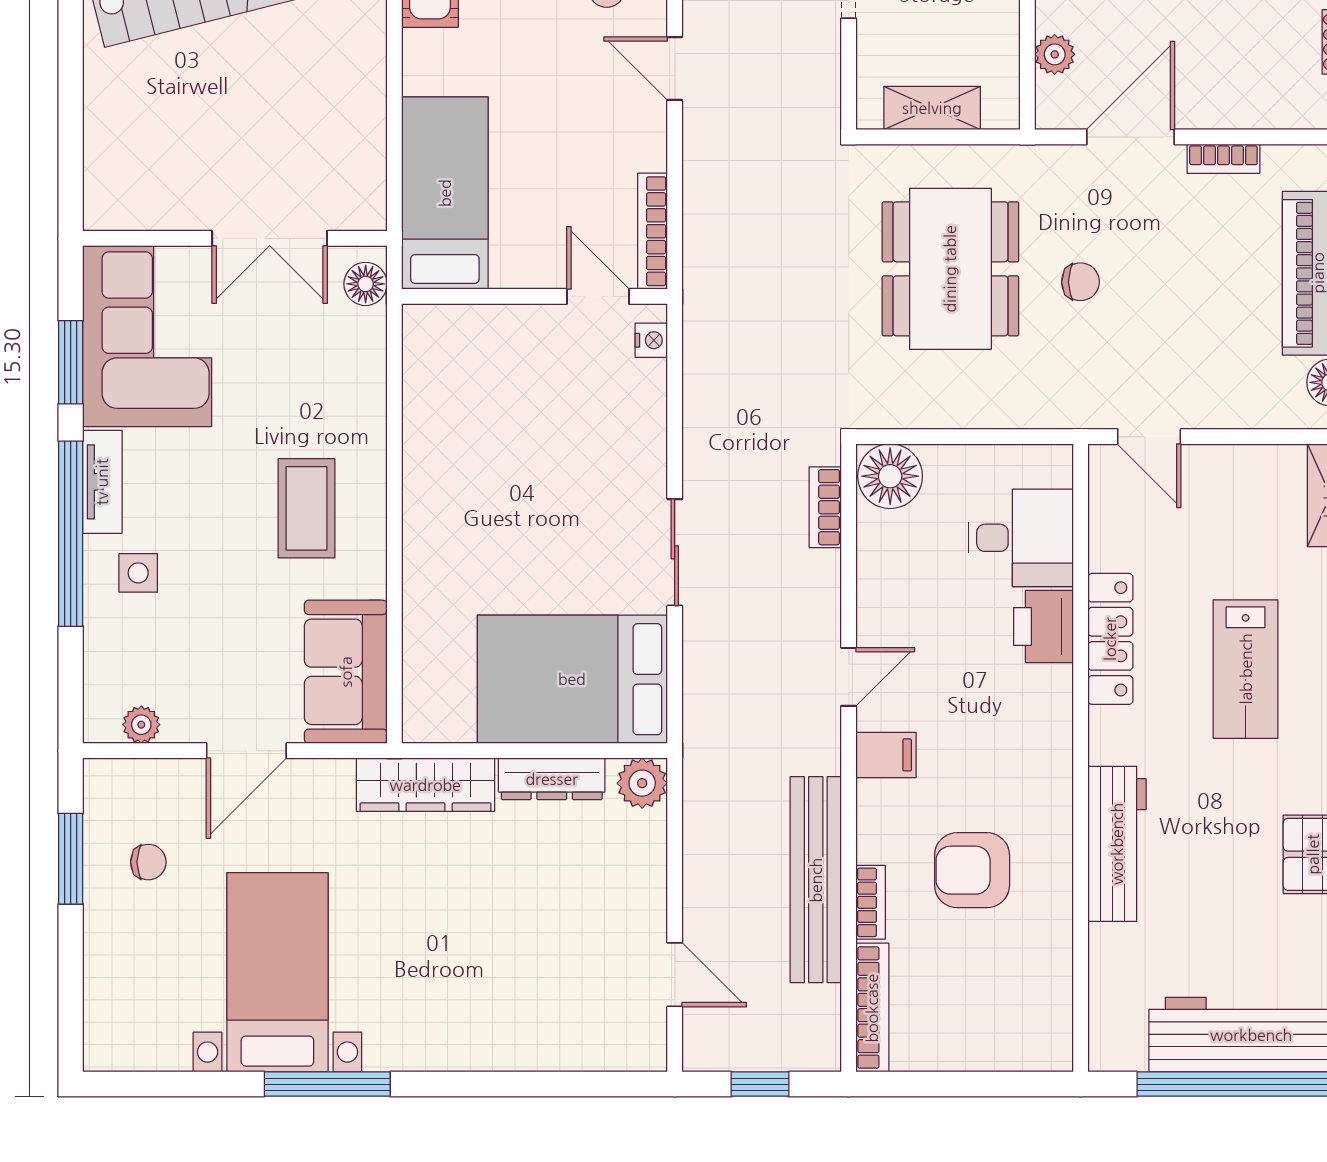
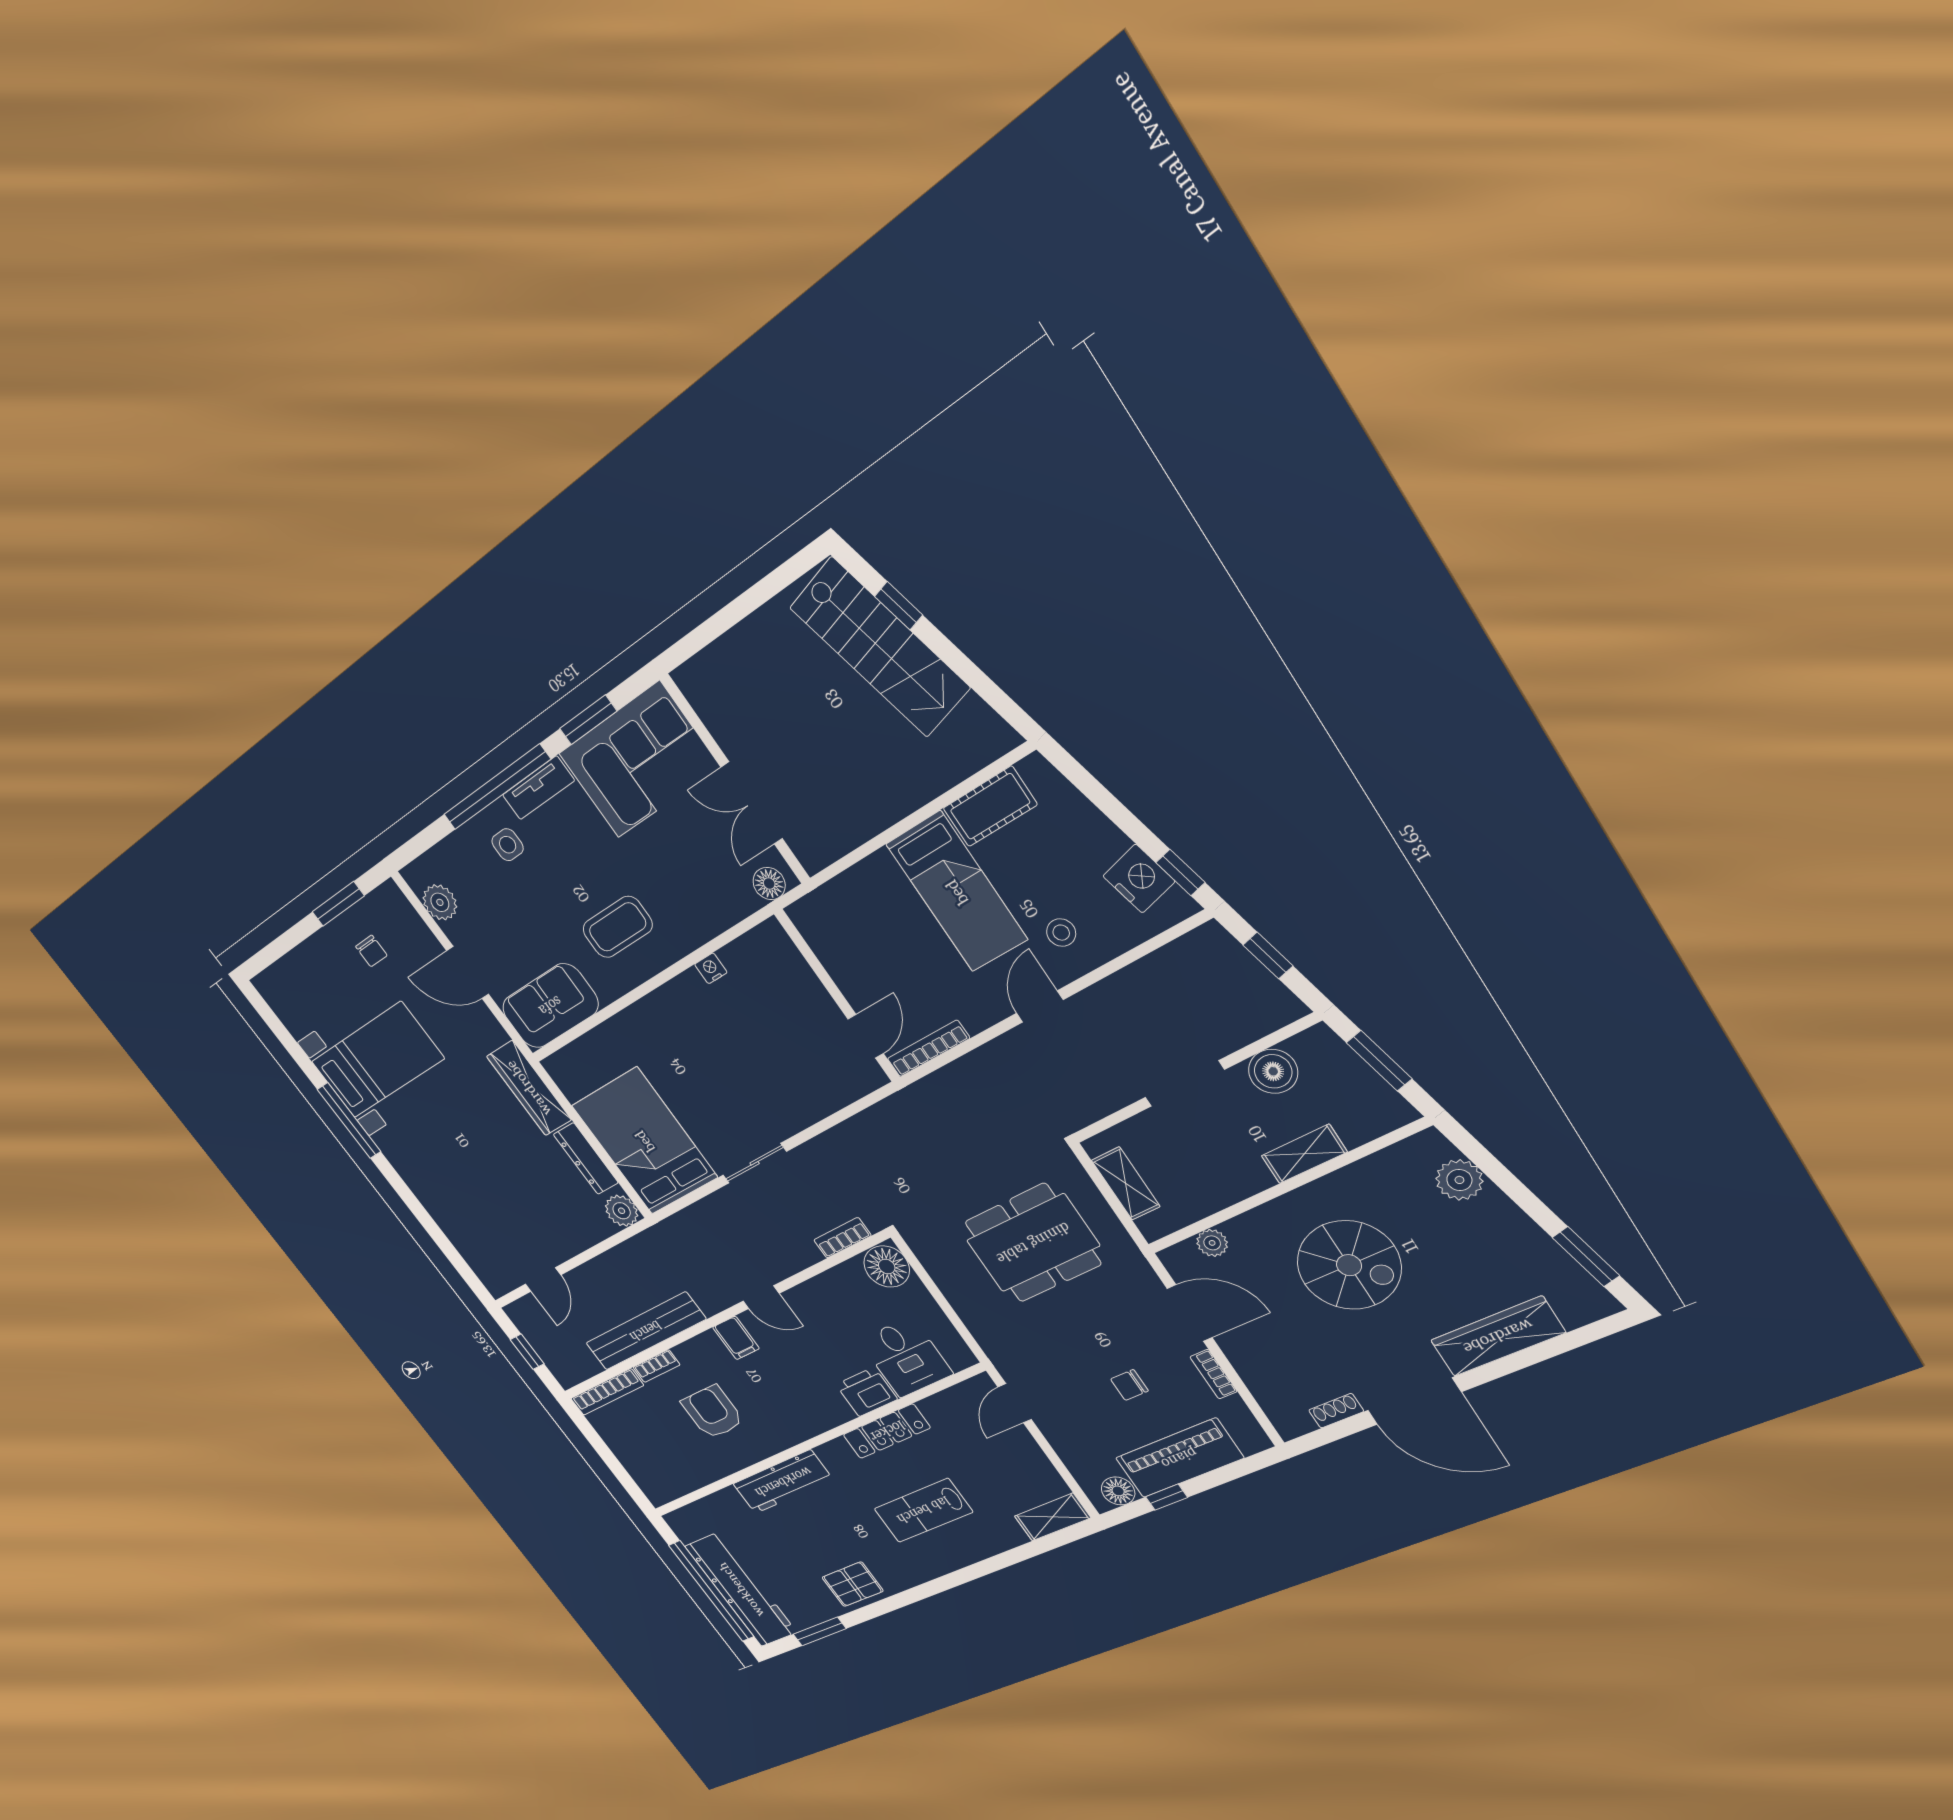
bed: (445, 193) -> (957, 892), moved, turned 90
chair: (1080, 282) -> (1129, 1385), moved, turned 90
nightstand: (651, 340) -> (711, 968), moved, turned 180
plant: (141, 725) -> (440, 902), width x1.38, depth x1.38

